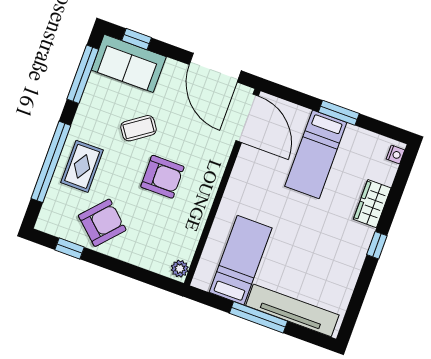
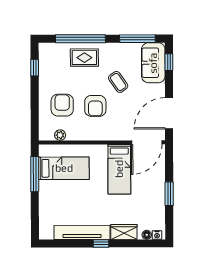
bed: (316, 154) -> (119, 169), moved, turned -90
floor lamp: (389, 170) -> (147, 235), added
armchair: (102, 223) -> (62, 105), moved, turned -132
plant: (180, 269) -> (60, 135), moved
tv unit: (292, 310) -> (82, 232), moved, turned -90
window: (258, 317) -> (35, 174), moved

